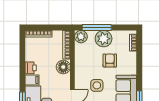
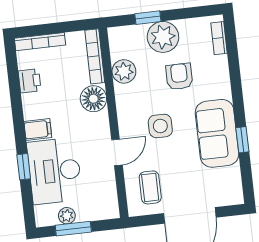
window: (97, 28) -> (148, 18), width x0.46
plant: (81, 37) -> (124, 71), moved
printer: (31, 68) -> (30, 81), moved

